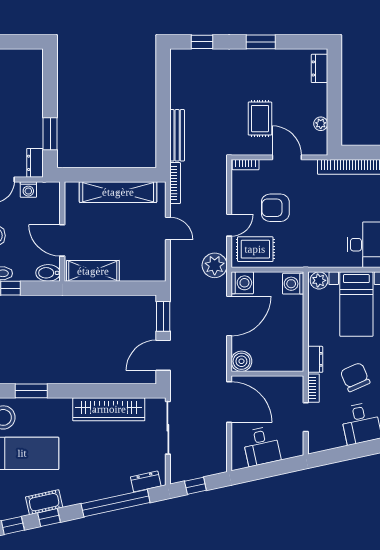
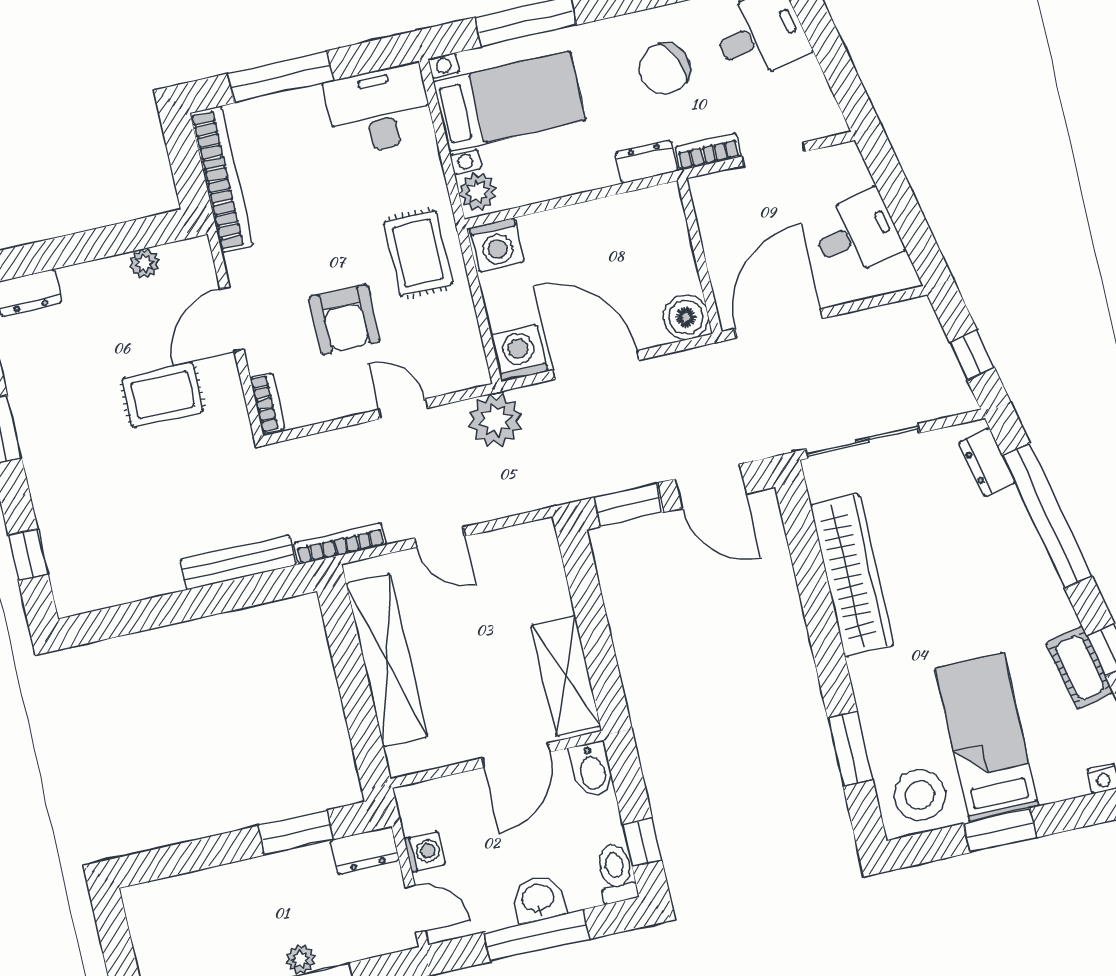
door: (168, 228) -> (440, 537), swing flipped
rug: (255, 249) -> (418, 253), moved

